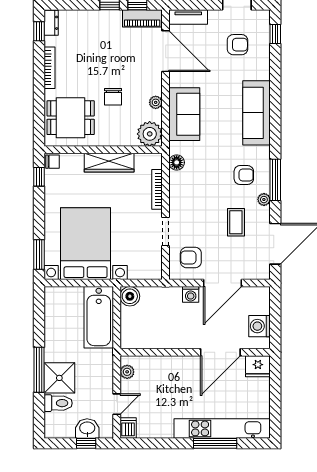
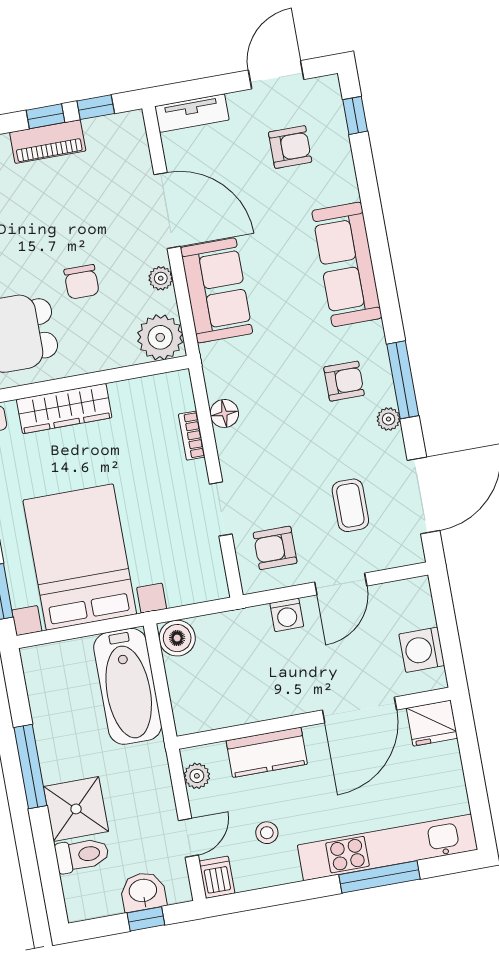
piano: (142, 18) -> (48, 142), moved
door: (166, 51) -> (167, 210), moved
floor lamp: (177, 162) -> (224, 413), moved
wardrobe: (109, 163) -> (64, 409), moved
bookcase: (157, 189) -> (192, 436), width x0.64
coffee table: (236, 222) -> (350, 505), moved
door: (223, 283) -> (341, 584), width x0.73
kitchen counter: (167, 366) -> (267, 752), added
window: (39, 370) -> (30, 766), moved
stool: (159, 409) -> (267, 833), added

